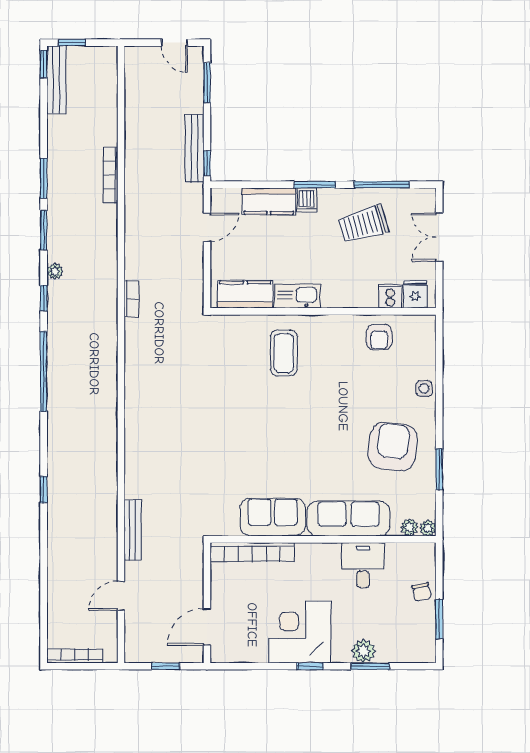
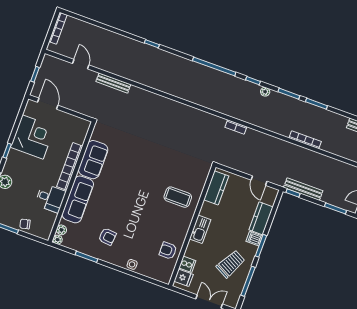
trolley: (363, 224) -> (231, 264), turned 44
kitchen sink: (297, 296) -> (200, 229), moved
armchair: (393, 447) -> (107, 237), width x0.53, depth x0.53
bookcase: (252, 552) -> (70, 166), moved
corner desk: (300, 632) -> (33, 137), moved

